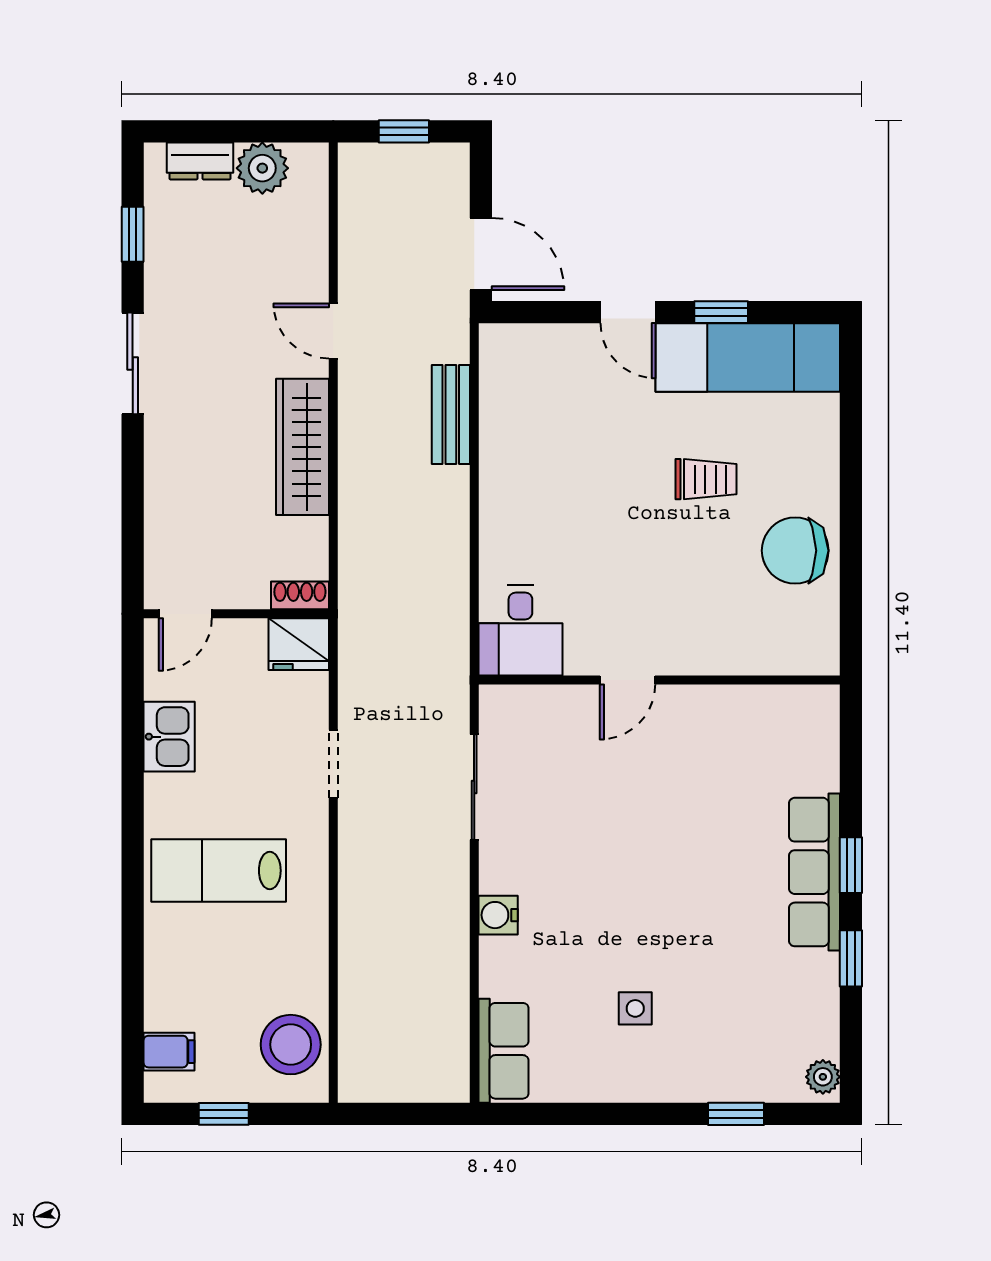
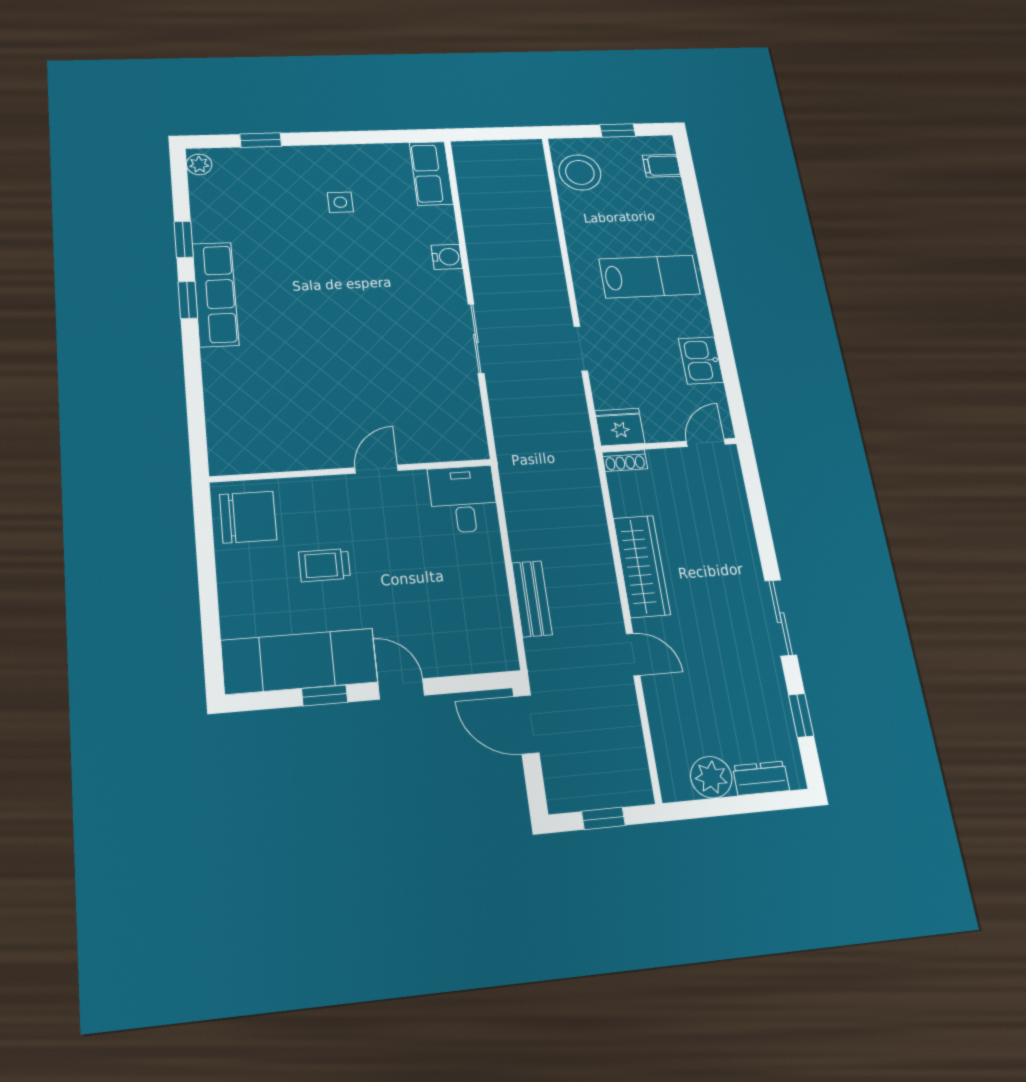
desk: (520, 630) -> (463, 499), moved
door: (627, 680) -> (377, 469), moved
wall: (659, 680) -> (352, 471), moved

